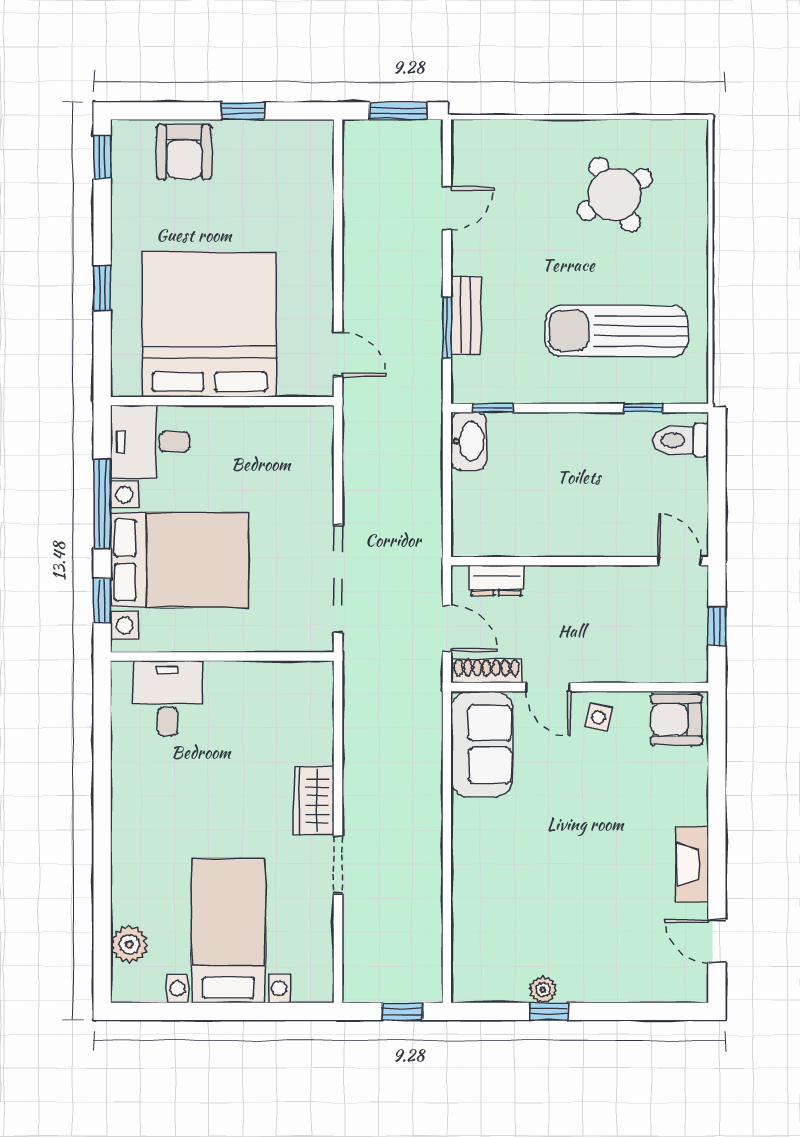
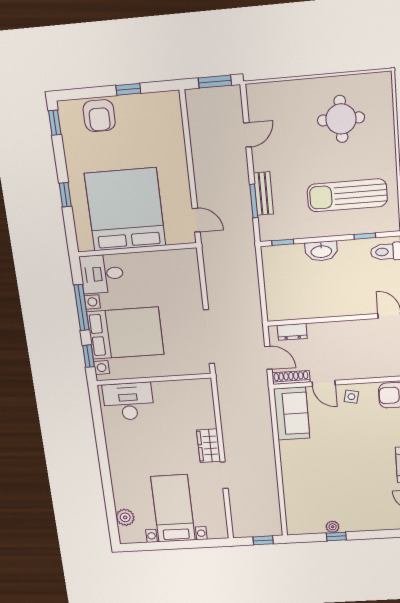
round table: (615, 194) -> (341, 119), turned 30
washbasin: (469, 441) -> (321, 251), moved, turned 90
desk: (167, 698) -> (128, 401), width x1.37

